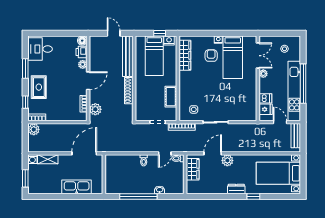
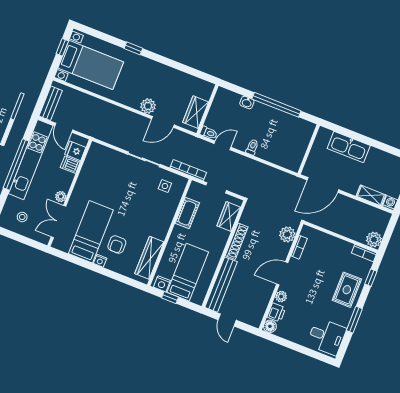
wardrobe: (141, 106) -> (229, 216), added
window: (303, 178) -> (62, 47), added
dresser: (236, 189) -> (151, 66), removed

